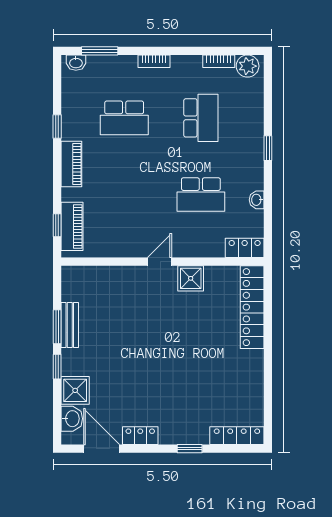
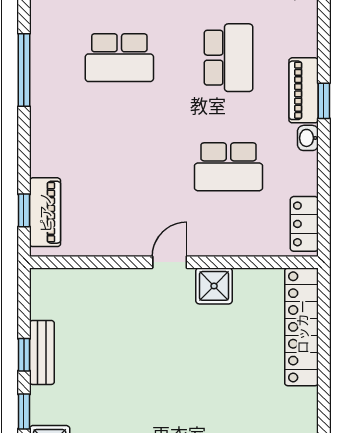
window: (57, 127) -> (24, 70), width x2.17
piano: (71, 164) -> (304, 90), moved, turned 180
washbasin: (257, 200) -> (308, 138), moved
locker: (245, 248) -> (304, 224), moved, turned -90
window: (57, 327) -> (24, 355), width x0.67

